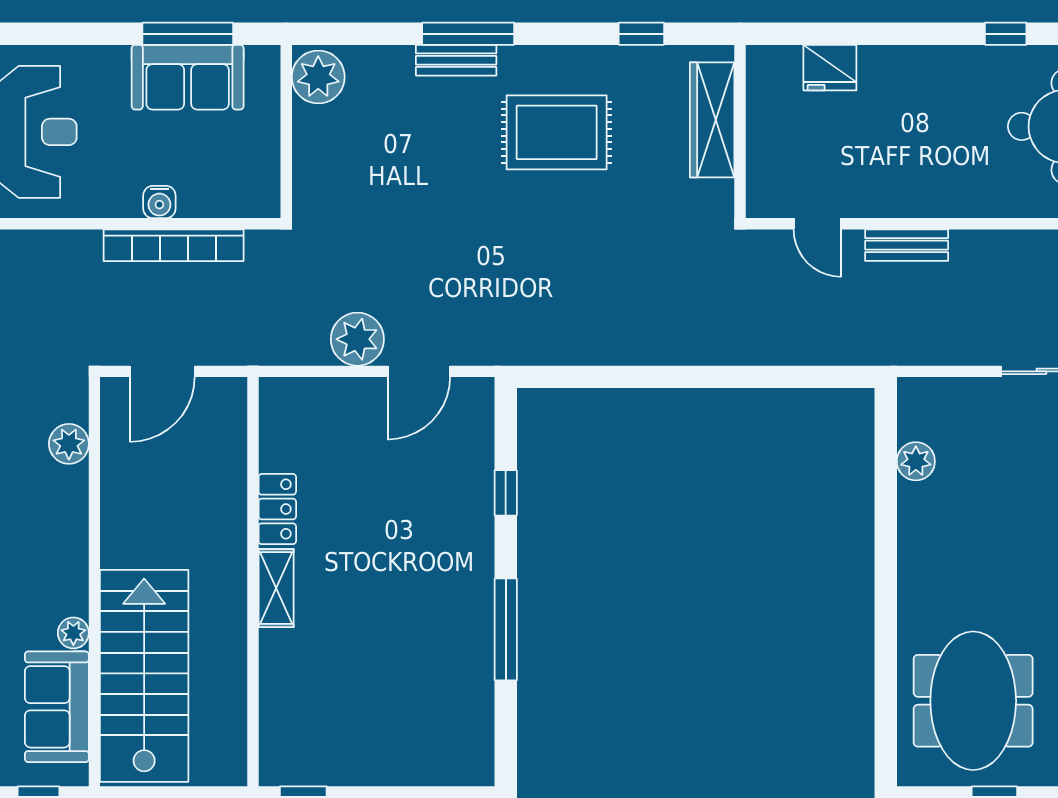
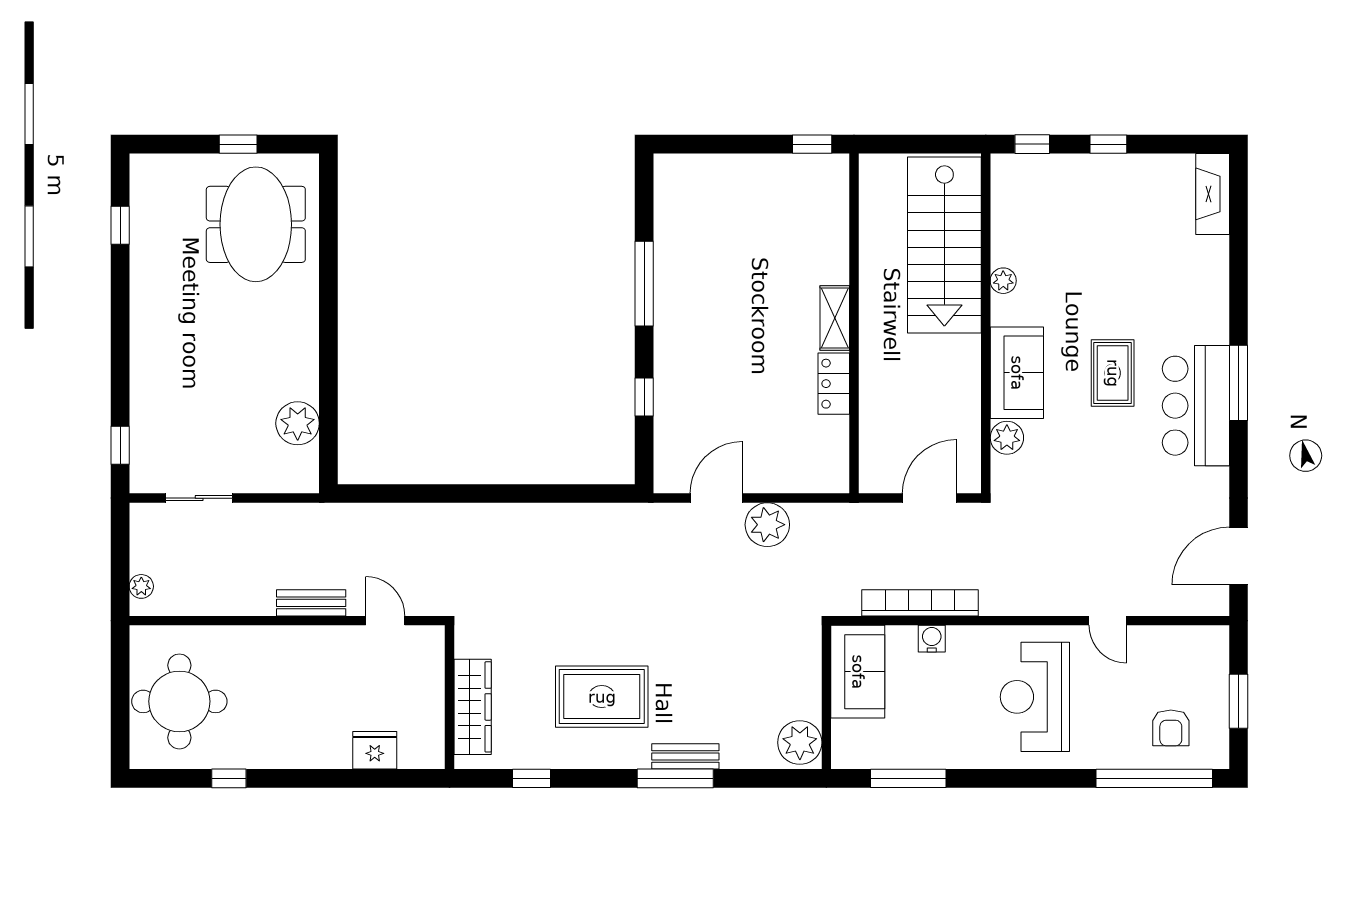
sofa: (188, 77) -> (858, 672), moved, turned 90
plant: (916, 461) -> (298, 423), width x1.36, depth x1.36
sofa: (57, 707) -> (1017, 373), moved

